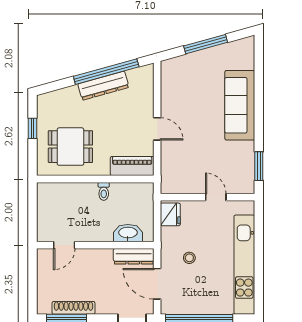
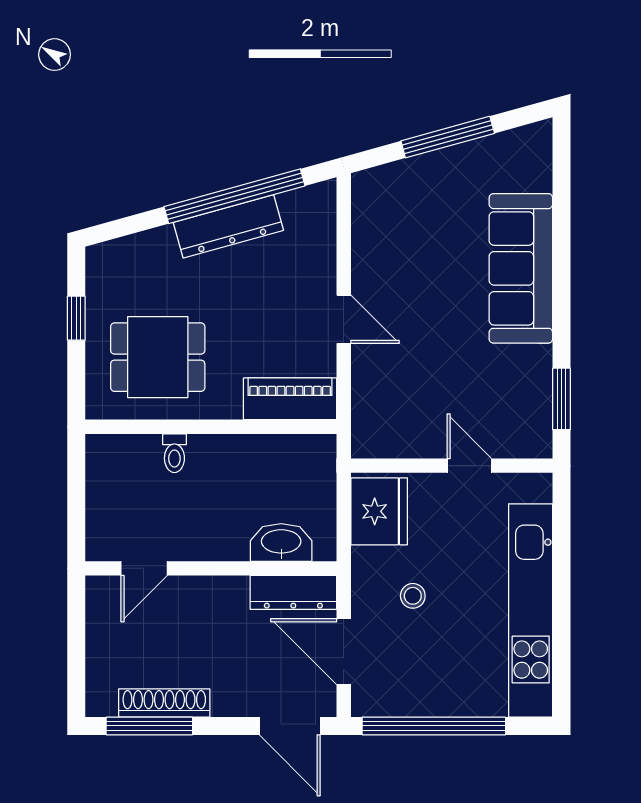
toilet: (104, 191) -> (174, 453), moved
fridge: (170, 214) -> (379, 511), width x1.36, depth x1.34

